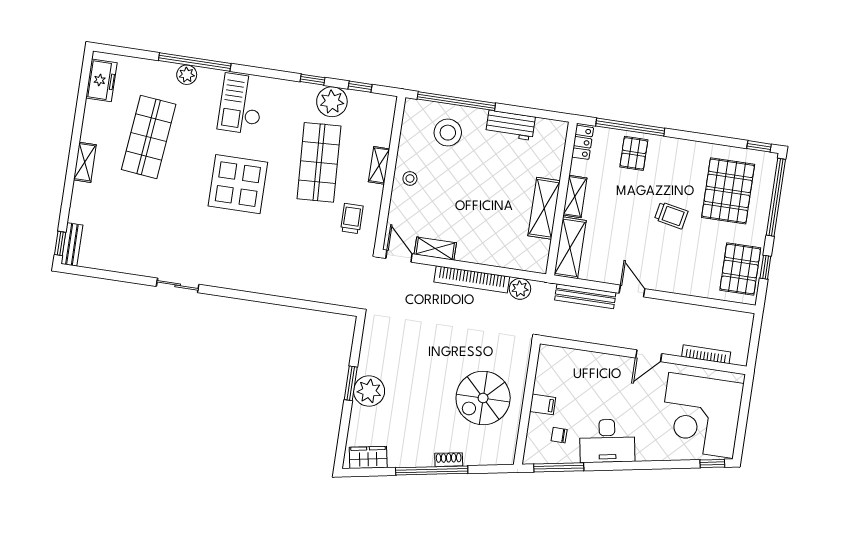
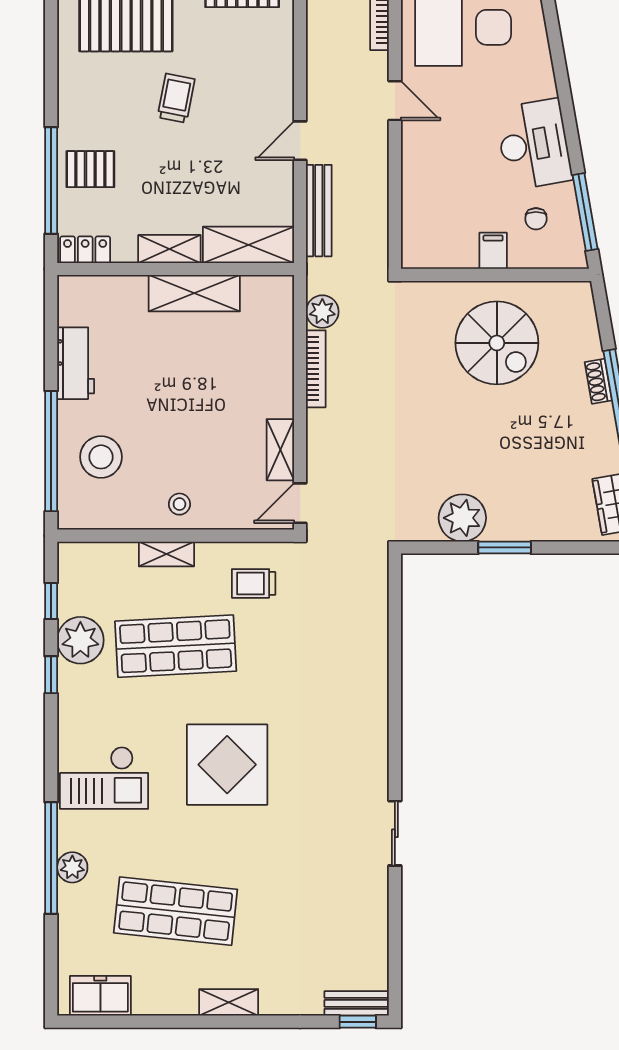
bookcase: (472, 279) -> (316, 369), width x0.68, depth x0.76
plant: (369, 391) -> (462, 518), moved

